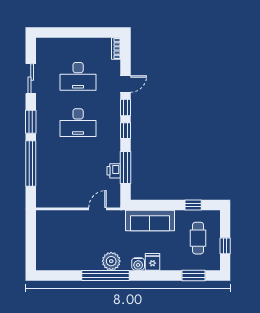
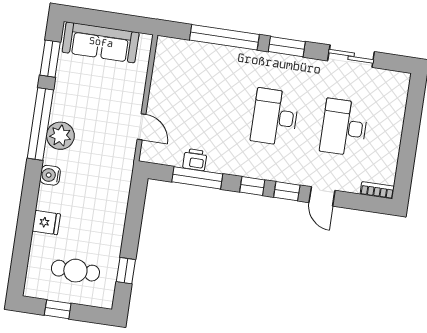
sofa: (150, 221) -> (101, 42), moved, turned -90
fridge: (152, 262) -> (46, 223), moved
window: (194, 275) -> (50, 59), moved

